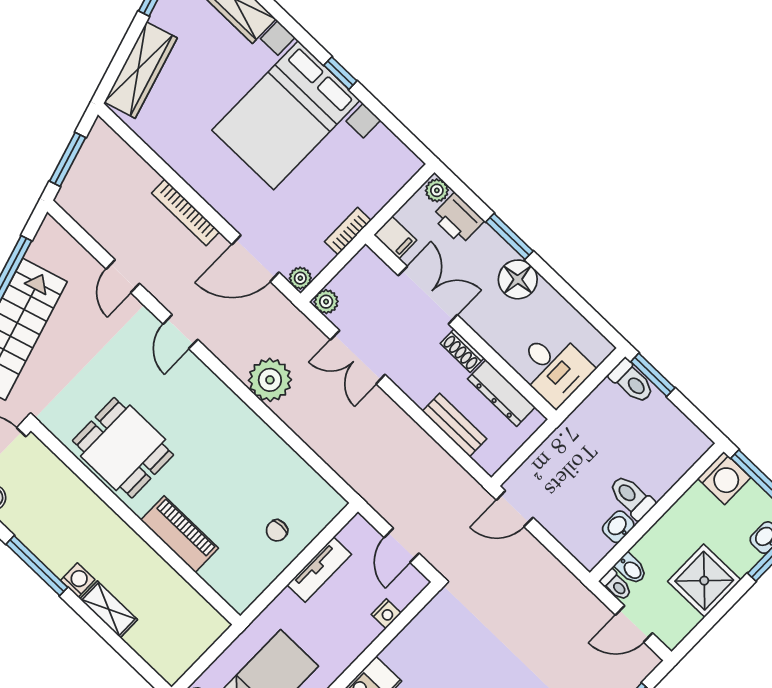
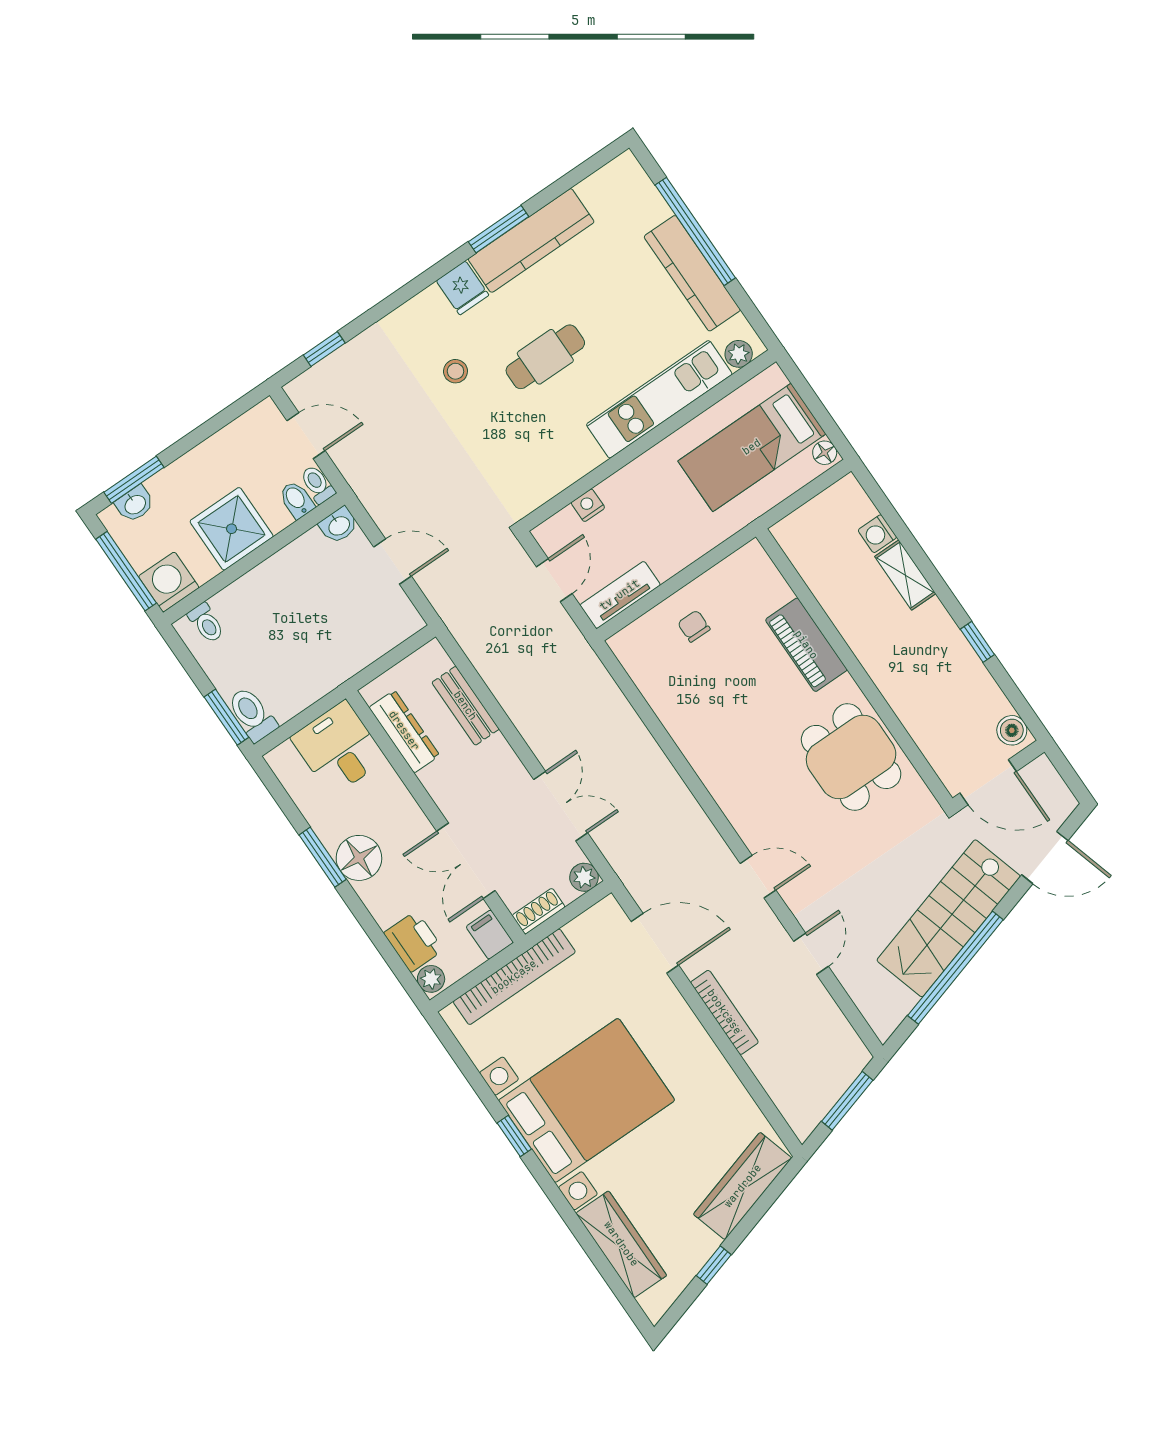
bookcase: (348, 231) -> (514, 977), width x2.31, depth x1.31
window: (510, 236) -> (323, 857), moved
plant: (300, 278) -> (608, 910), removed
door: (180, 332) -> (758, 877), hinge flipped
shoe rack: (462, 351) -> (539, 911), moved, turned -90
plant: (270, 380) -> (667, 801), removed
toilet: (632, 497) -> (206, 623), moved, width x0.73, depth x0.72
door: (515, 509) -> (392, 561), moved
washbasin: (618, 527) -> (339, 525), moved
chair: (277, 531) -> (694, 626), turned -90
window: (37, 566) -> (977, 642), width x0.46
tv unit: (319, 570) -> (620, 595), moved
washing machine: (78, 580) -> (877, 534), moved
shower: (704, 581) -> (232, 529), moved

